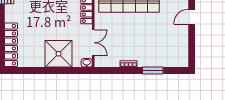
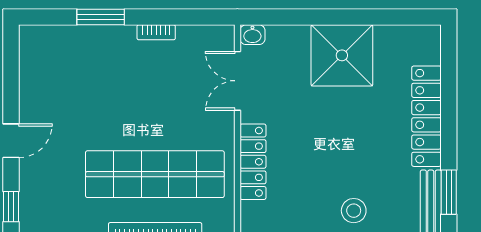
locker: (11, 45) -> (426, 116), moved
shower: (59, 54) -> (342, 55), moved

